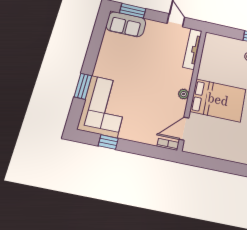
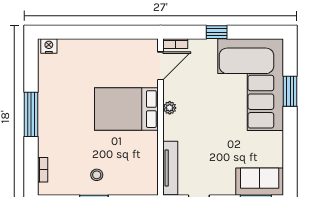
corner sofa: (104, 106) -> (251, 85), width x1.36, depth x1.36
window: (108, 142) -> (217, 32), moved

